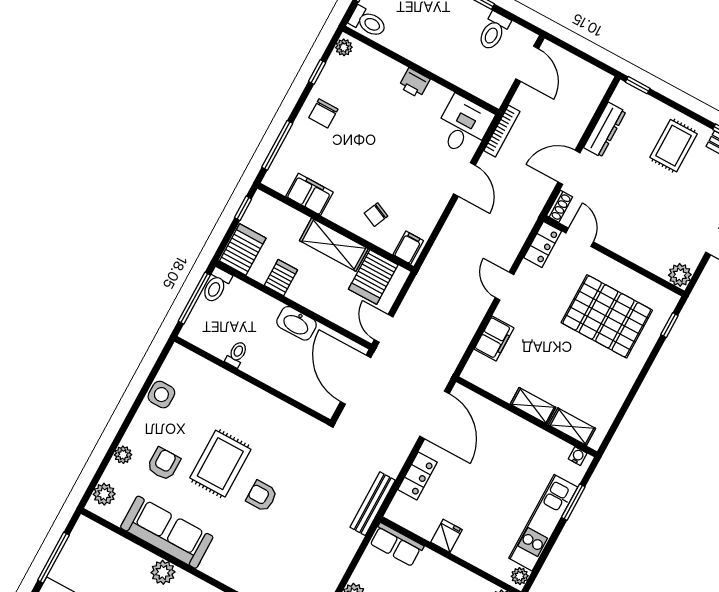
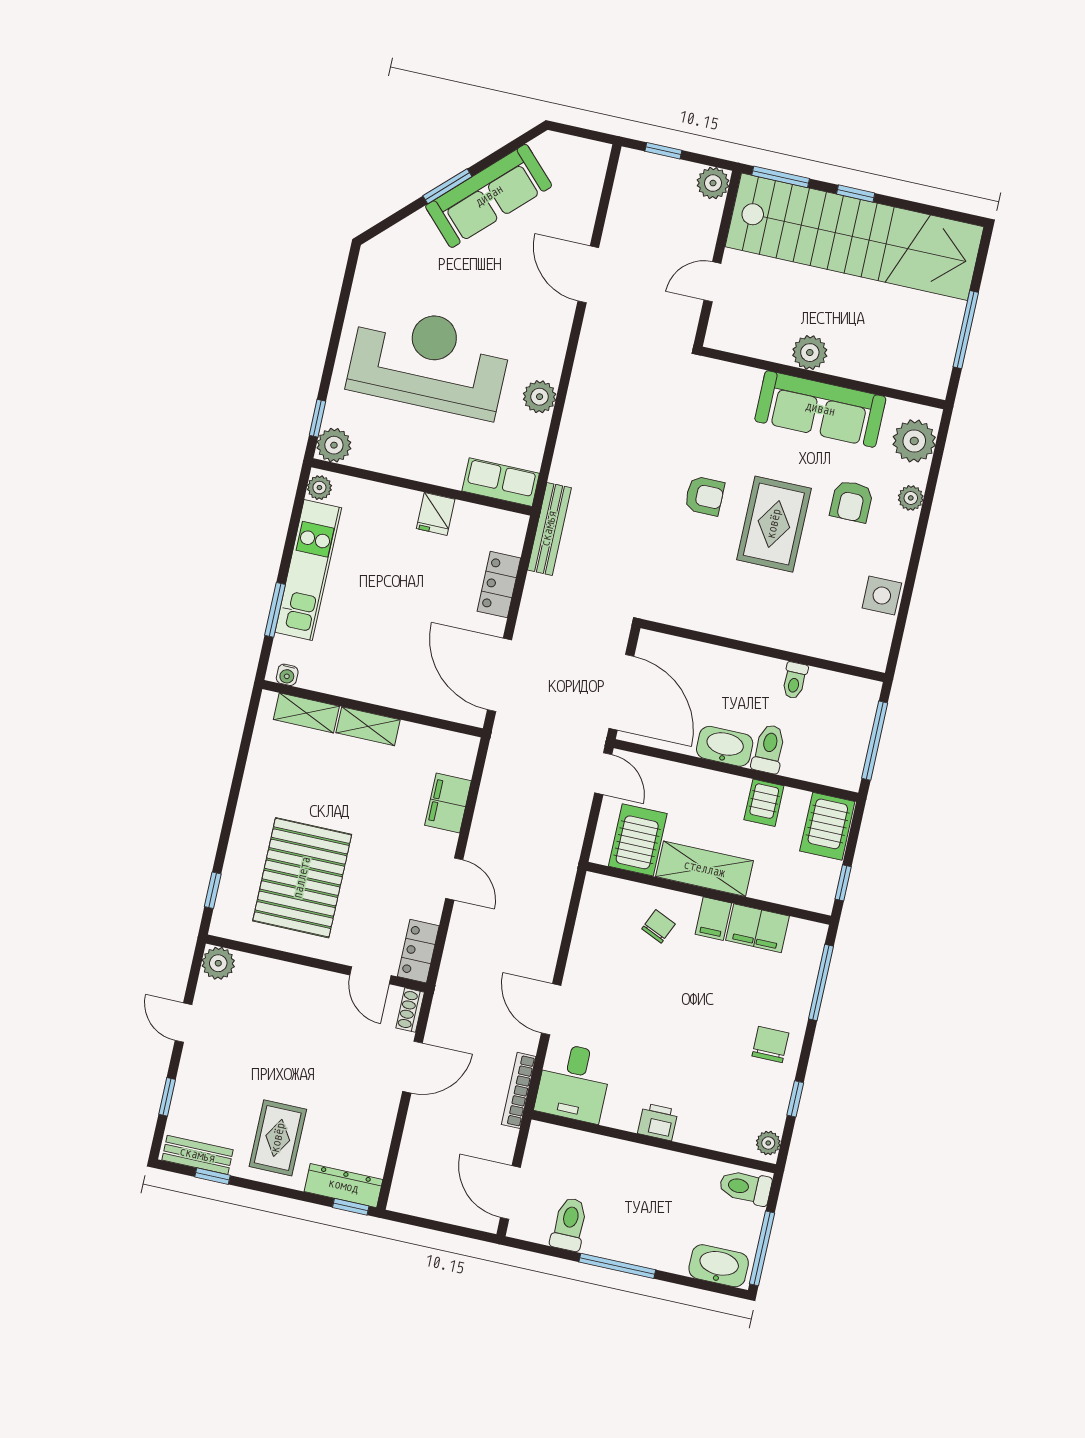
dresser: (605, 130) -> (343, 1186), moved, turned 90
filing cabinet: (408, 248) -> (713, 919), moved
toilet: (216, 285) -> (769, 749), moved
pallet: (607, 316) -> (302, 878), turned 90
plant: (104, 494) -> (914, 441), width x1.36, depth x1.36

